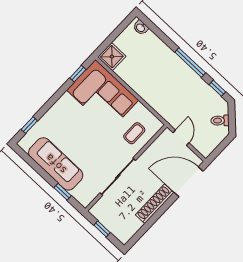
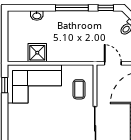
washbasin: (141, 28) -> (37, 16), moved
shower: (112, 57) -> (37, 53), moved

